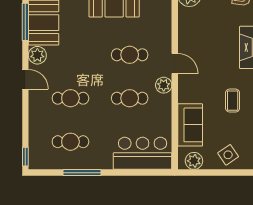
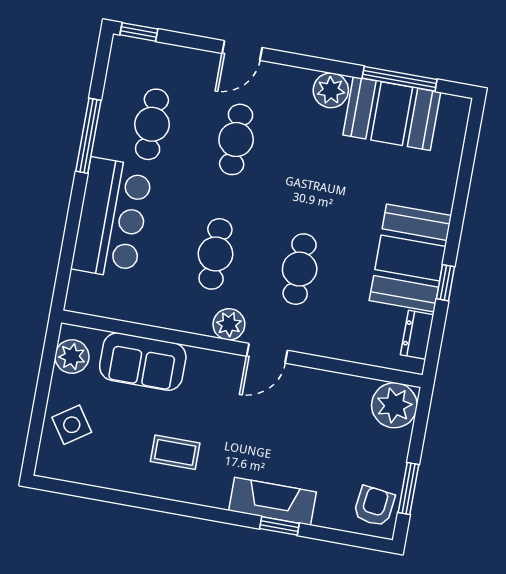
door: (25, 79) -> (242, 50), moved
bar counter: (143, 153) -> (112, 218), moved

